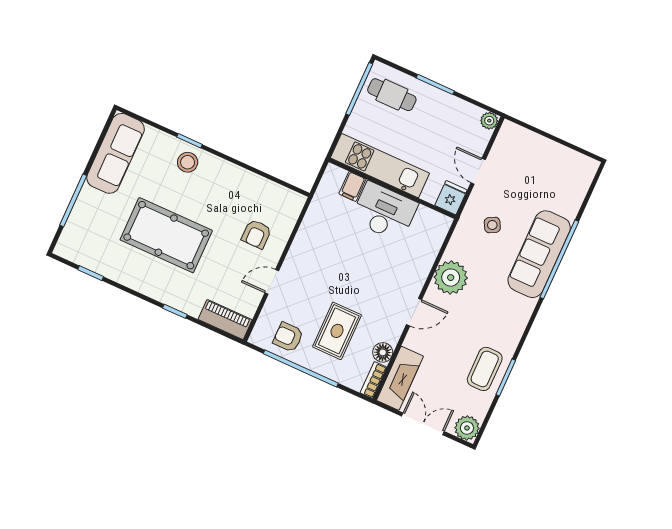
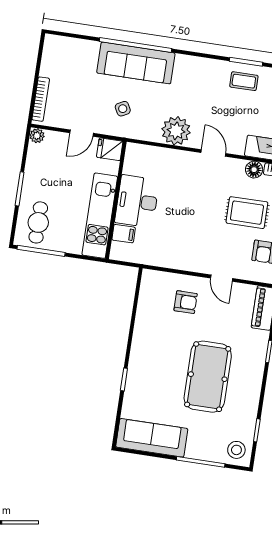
bookcase: (529, 136) -> (41, 99), added
stool: (188, 162) -> (236, 450), moved
coffee table: (485, 369) -> (244, 81), width x0.73, depth x0.77

